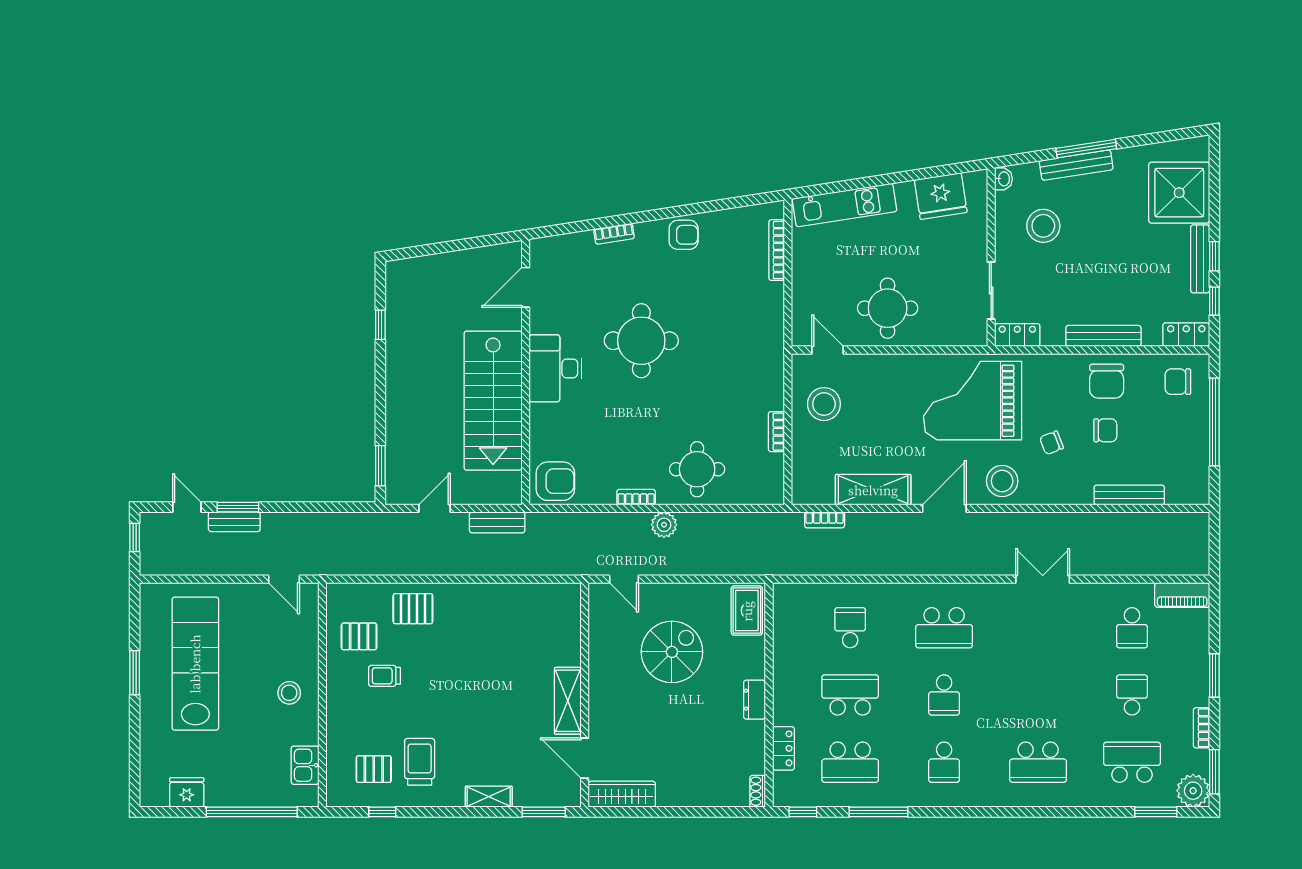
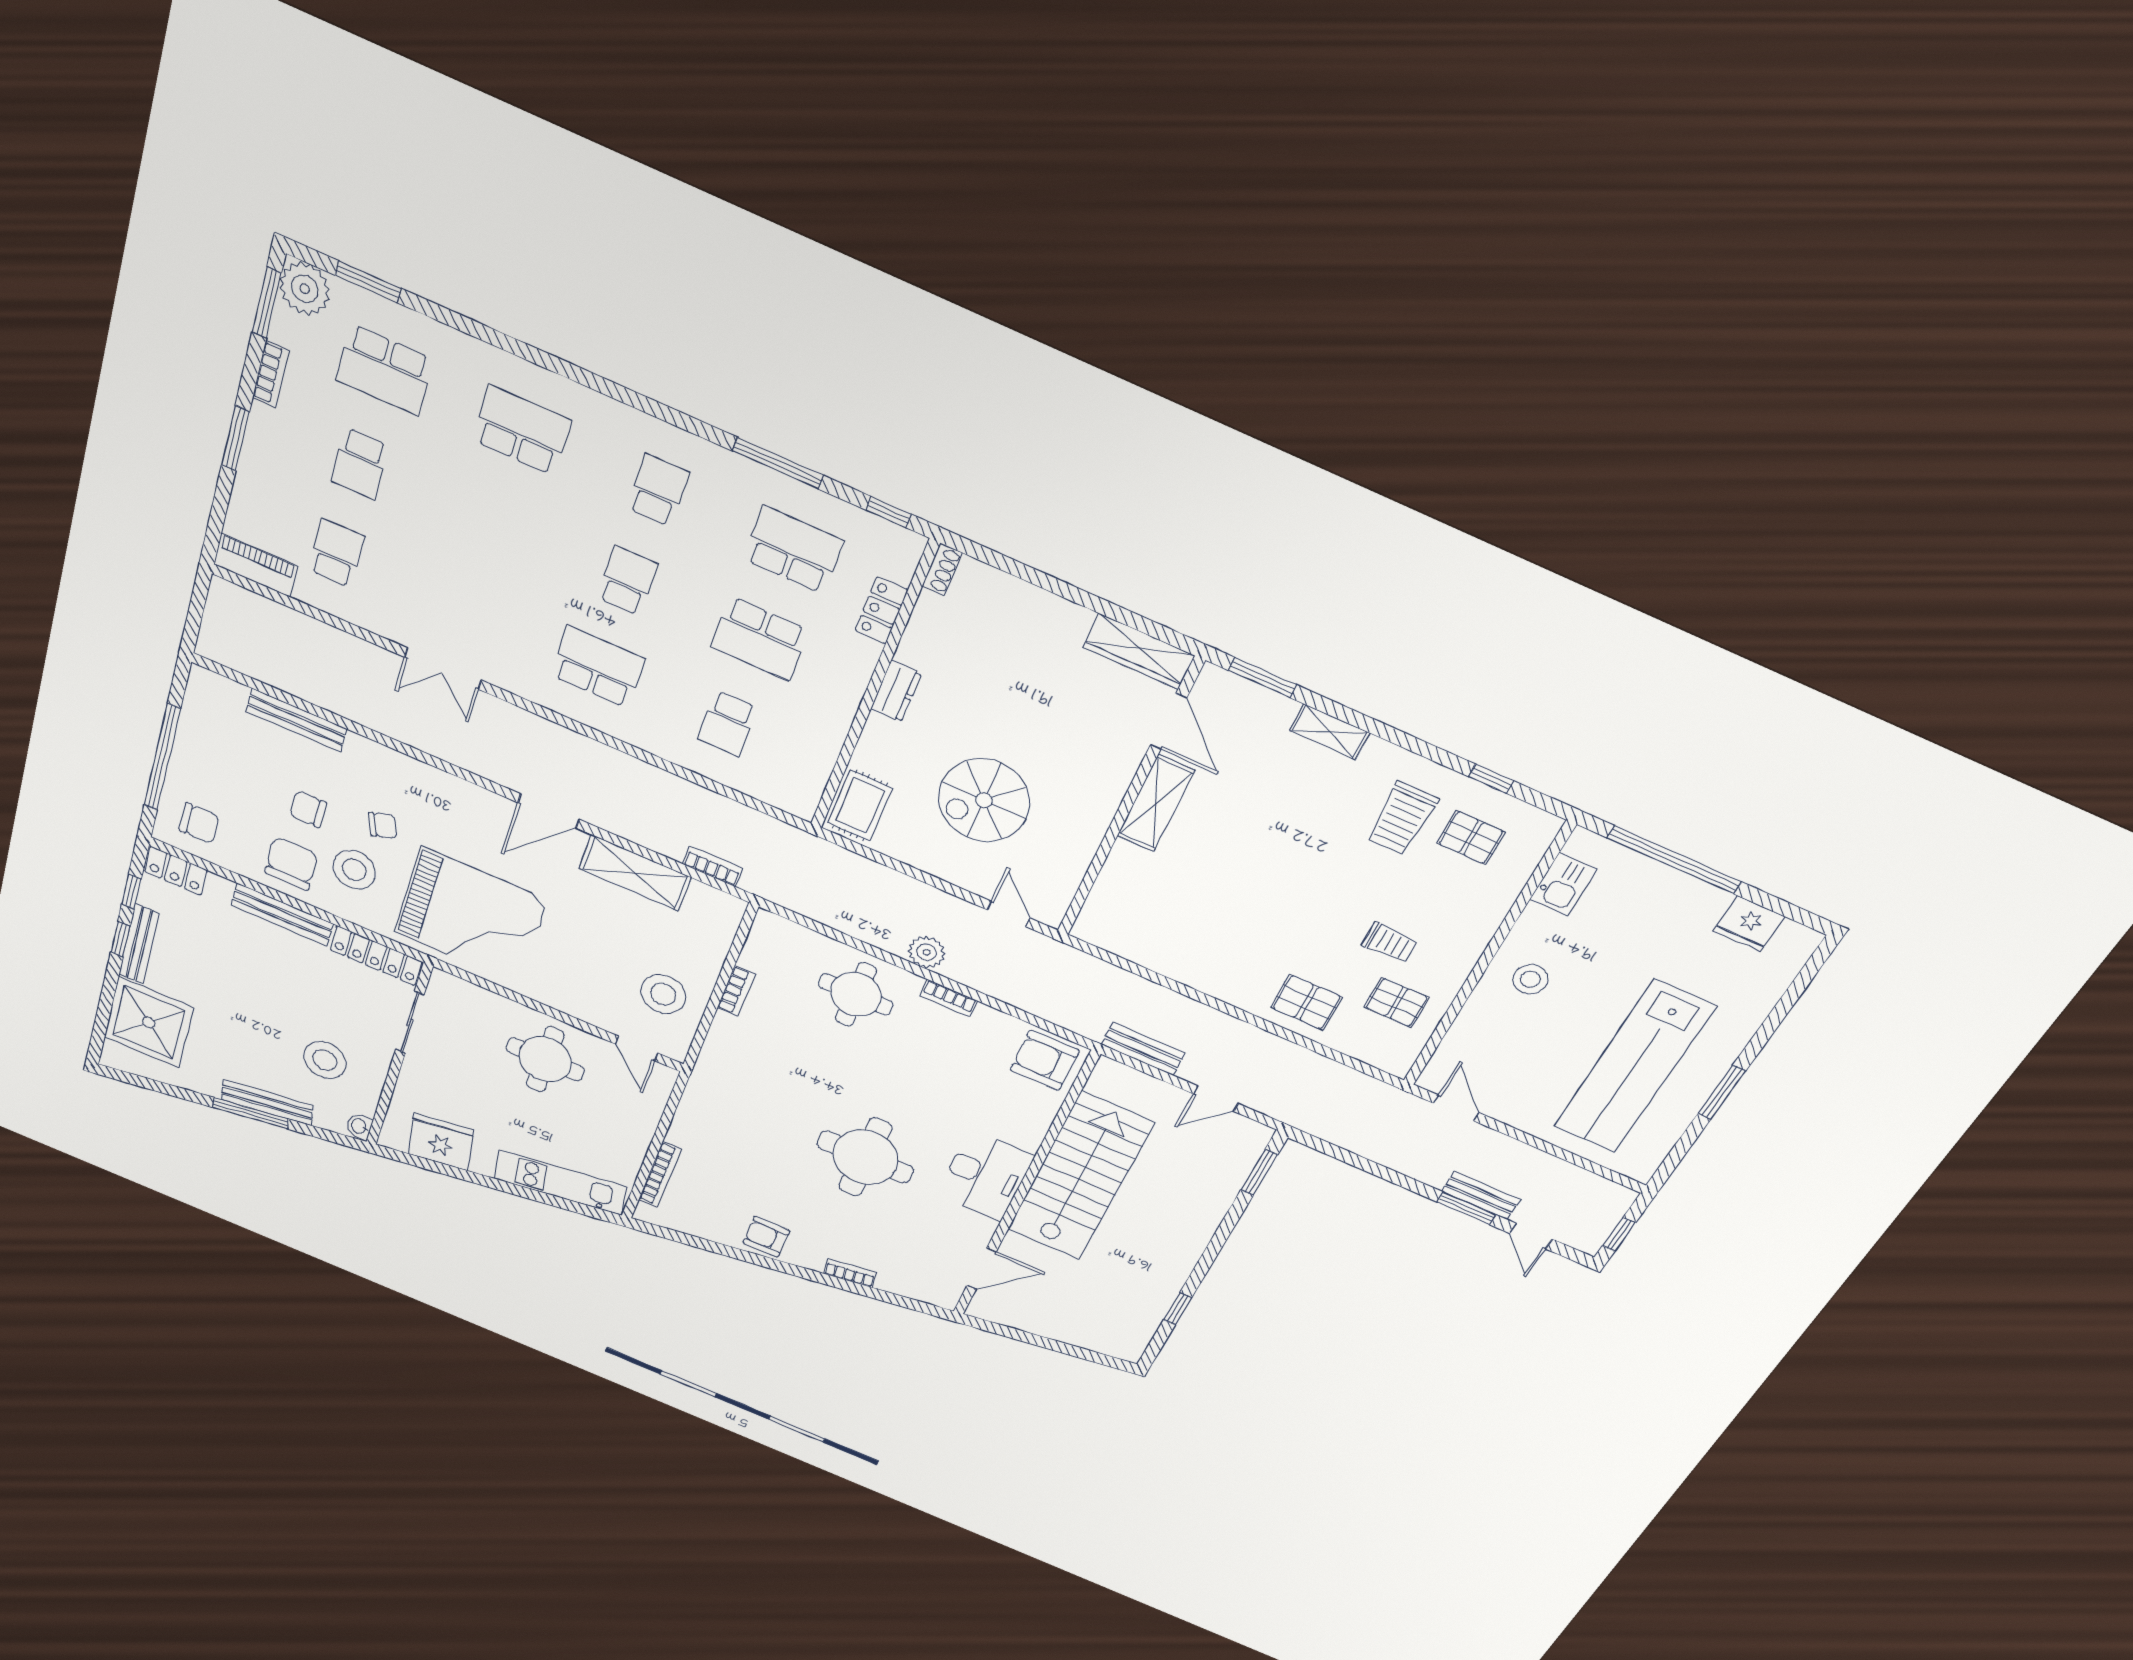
locker: (1017, 335) -> (376, 956), width x1.53
stool: (1002, 481) -> (354, 870), moved

